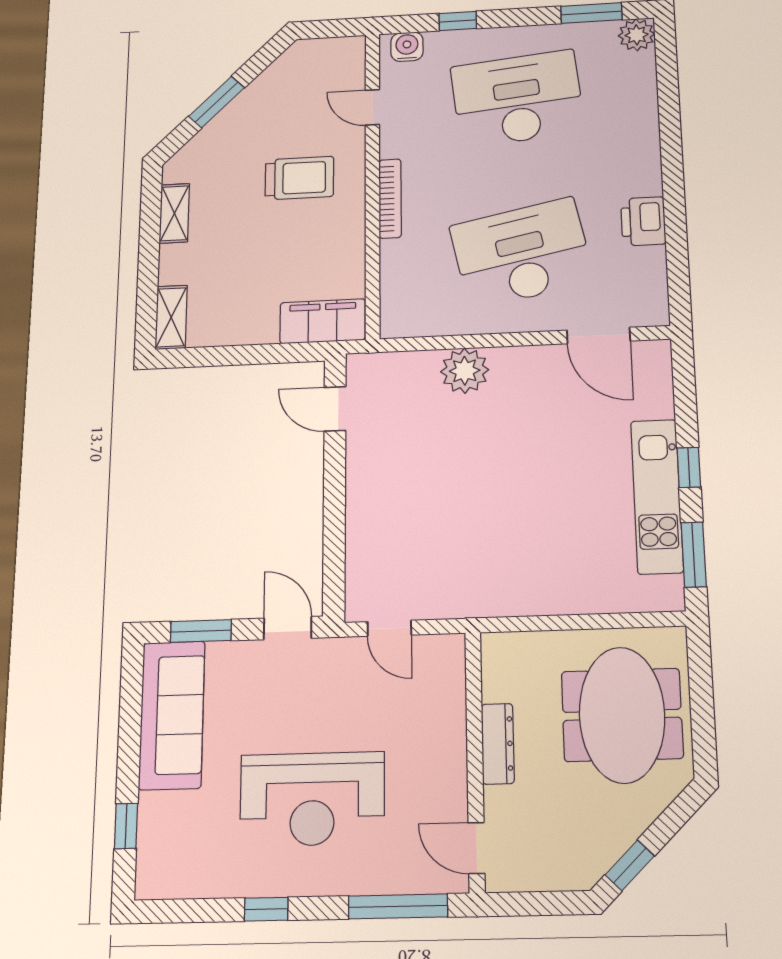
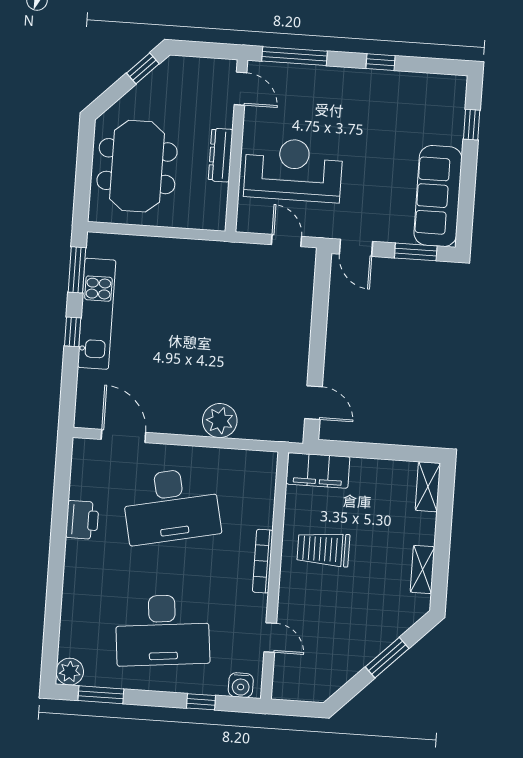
trolley: (299, 178) -> (323, 549), moved
reception desk: (312, 799) -> (293, 170), moved

